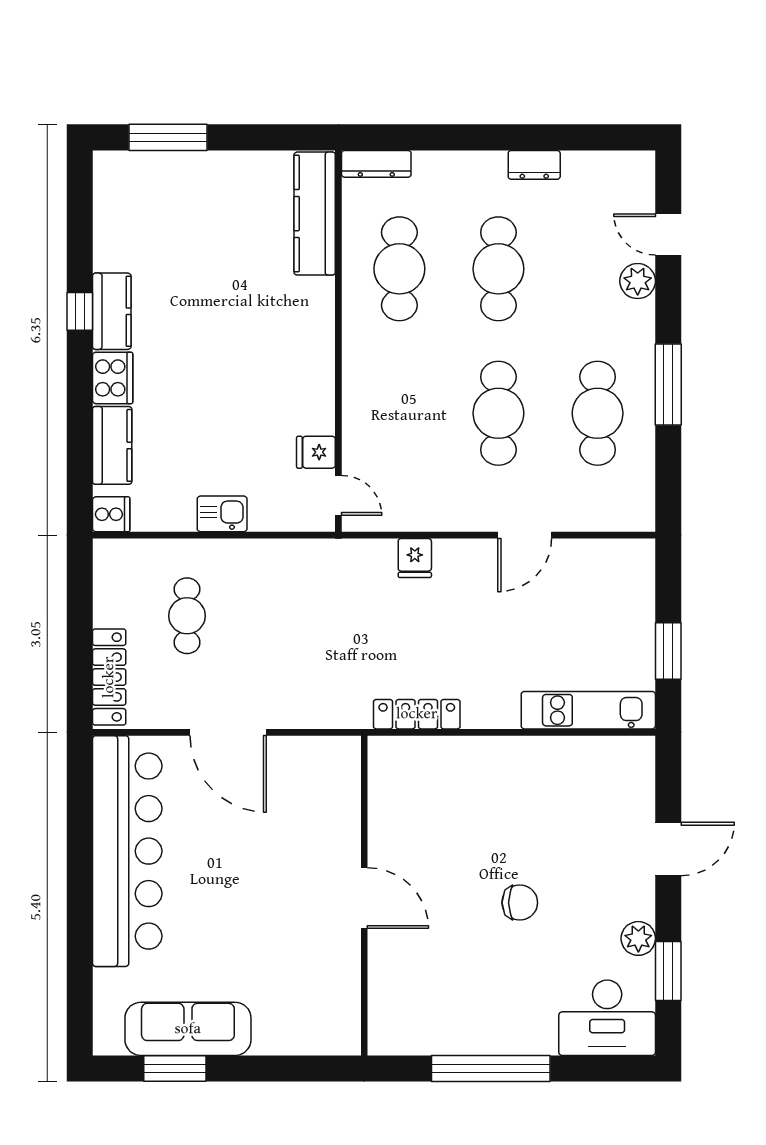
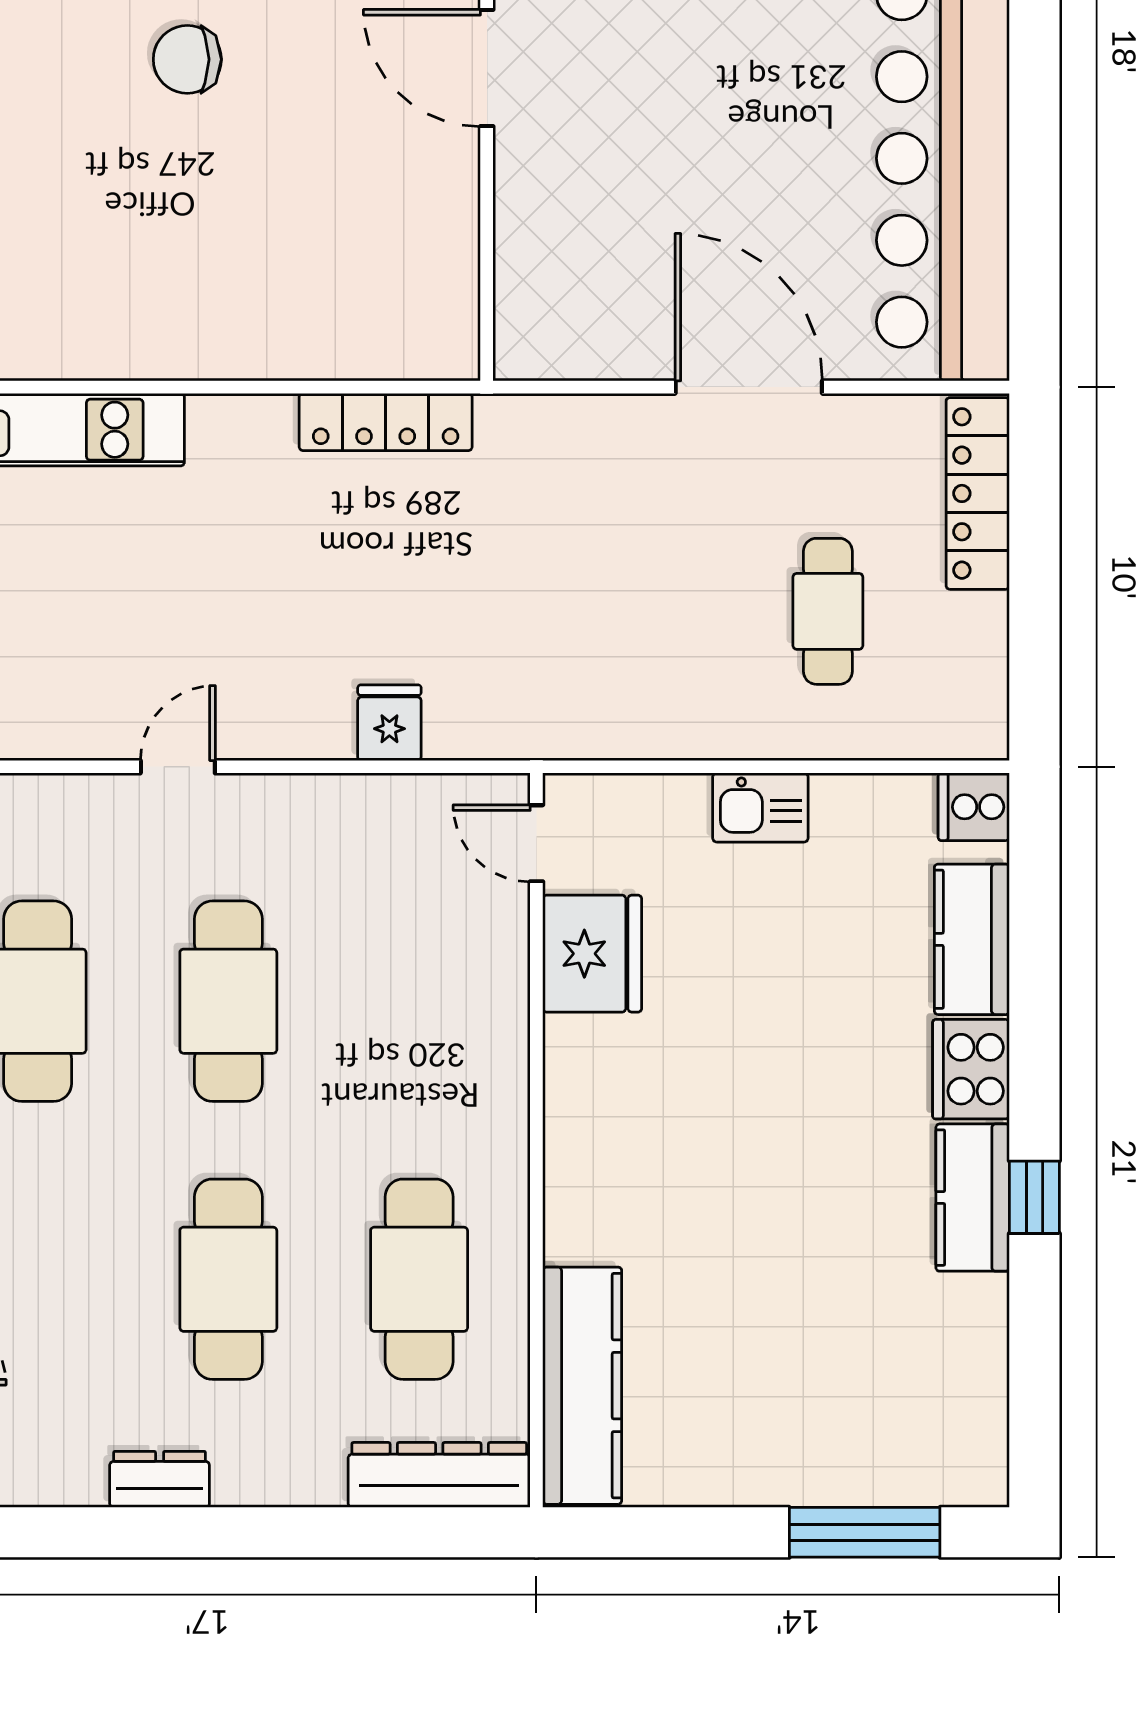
dresser: (376, 164) -> (439, 1475), width x1.37, depth x1.24
fridge: (316, 452) -> (592, 954), width x1.88, depth x1.34
door: (525, 535) -> (178, 767), width x0.73

